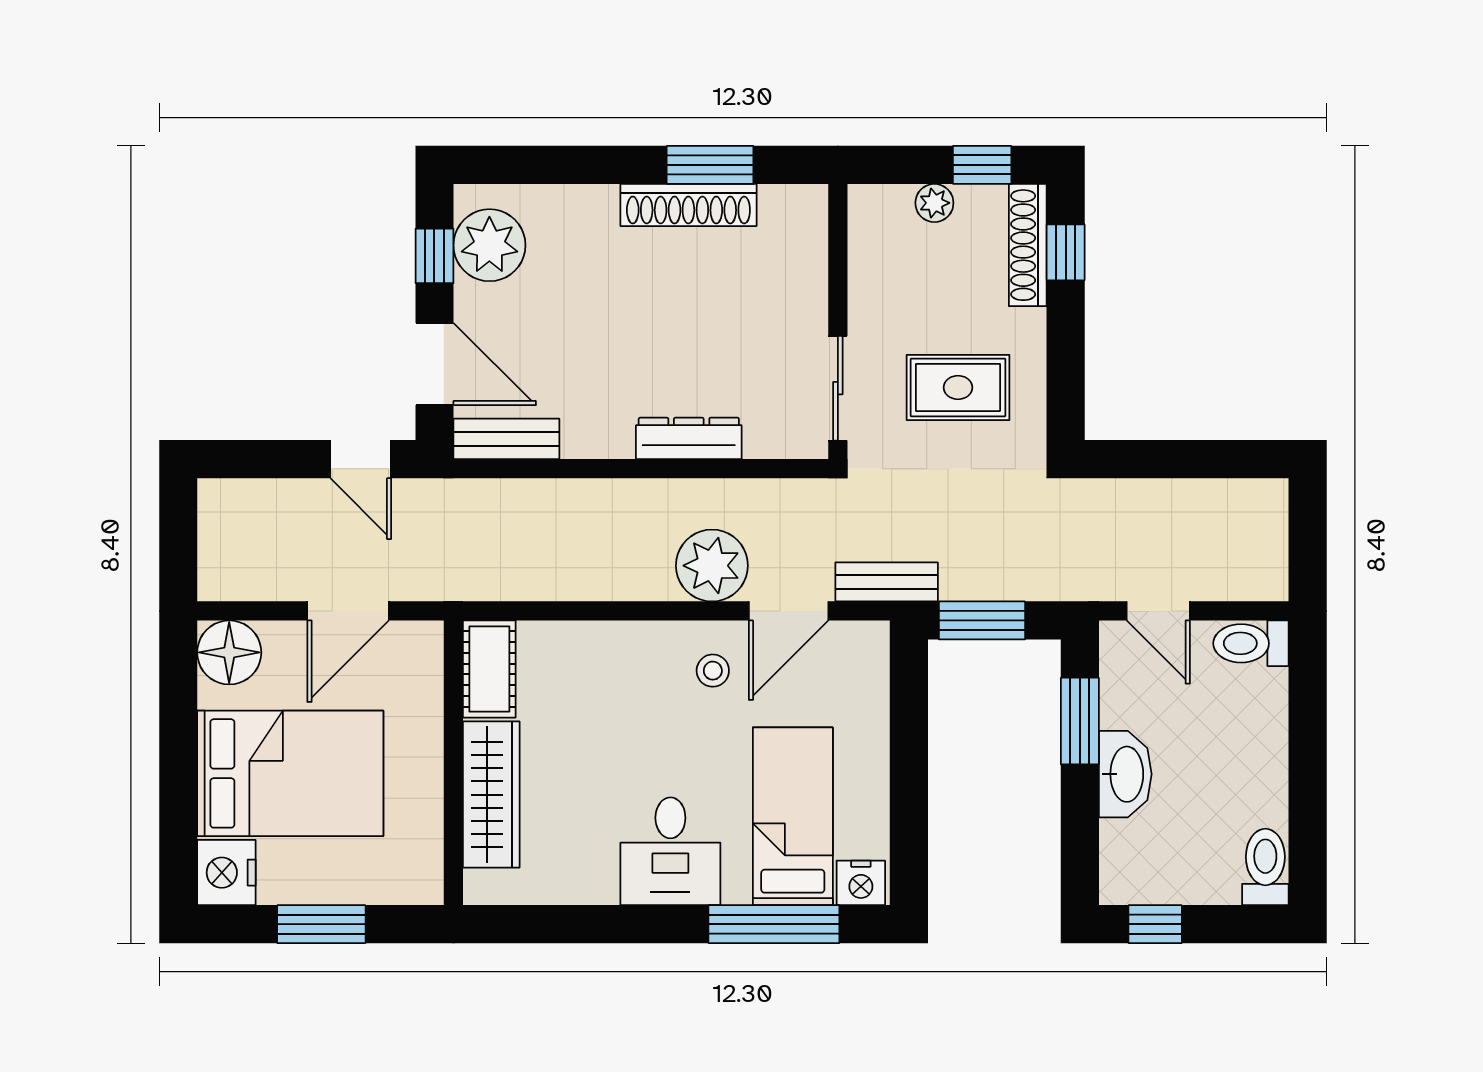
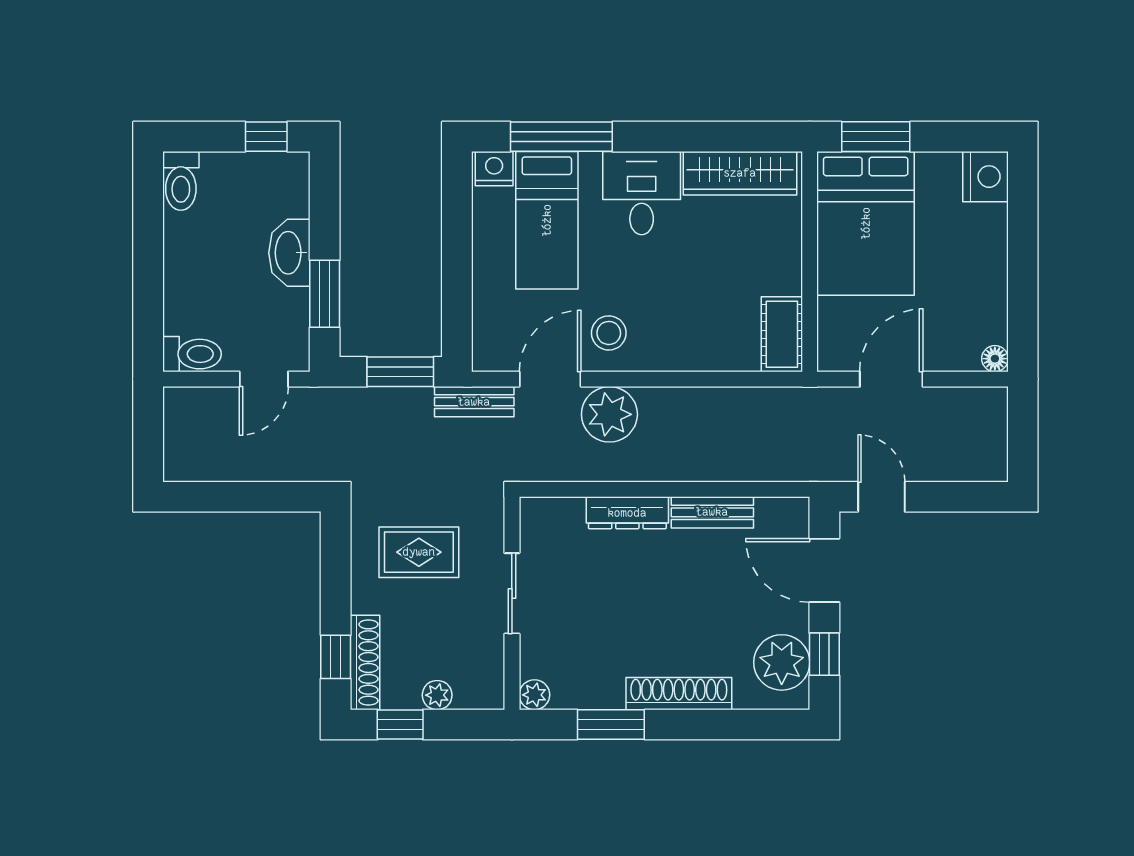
plant: (809, 203) -> (534, 695), added
shoe rack: (688, 205) -> (679, 694), moved
sliding door: (838, 388) -> (512, 593), moved
bench: (506, 439) -> (712, 512), moved
door: (1158, 611) -> (264, 379), swing flipped
floor lamp: (229, 652) -> (995, 359), width x0.53, depth x0.53
stool: (713, 671) -> (609, 333), width x1.37, depth x1.37
bed: (290, 773) -> (866, 223), moved, turned -90
wardrobe: (491, 795) -> (740, 173), moved, turned -90
window: (321, 924) -> (876, 137), moved

